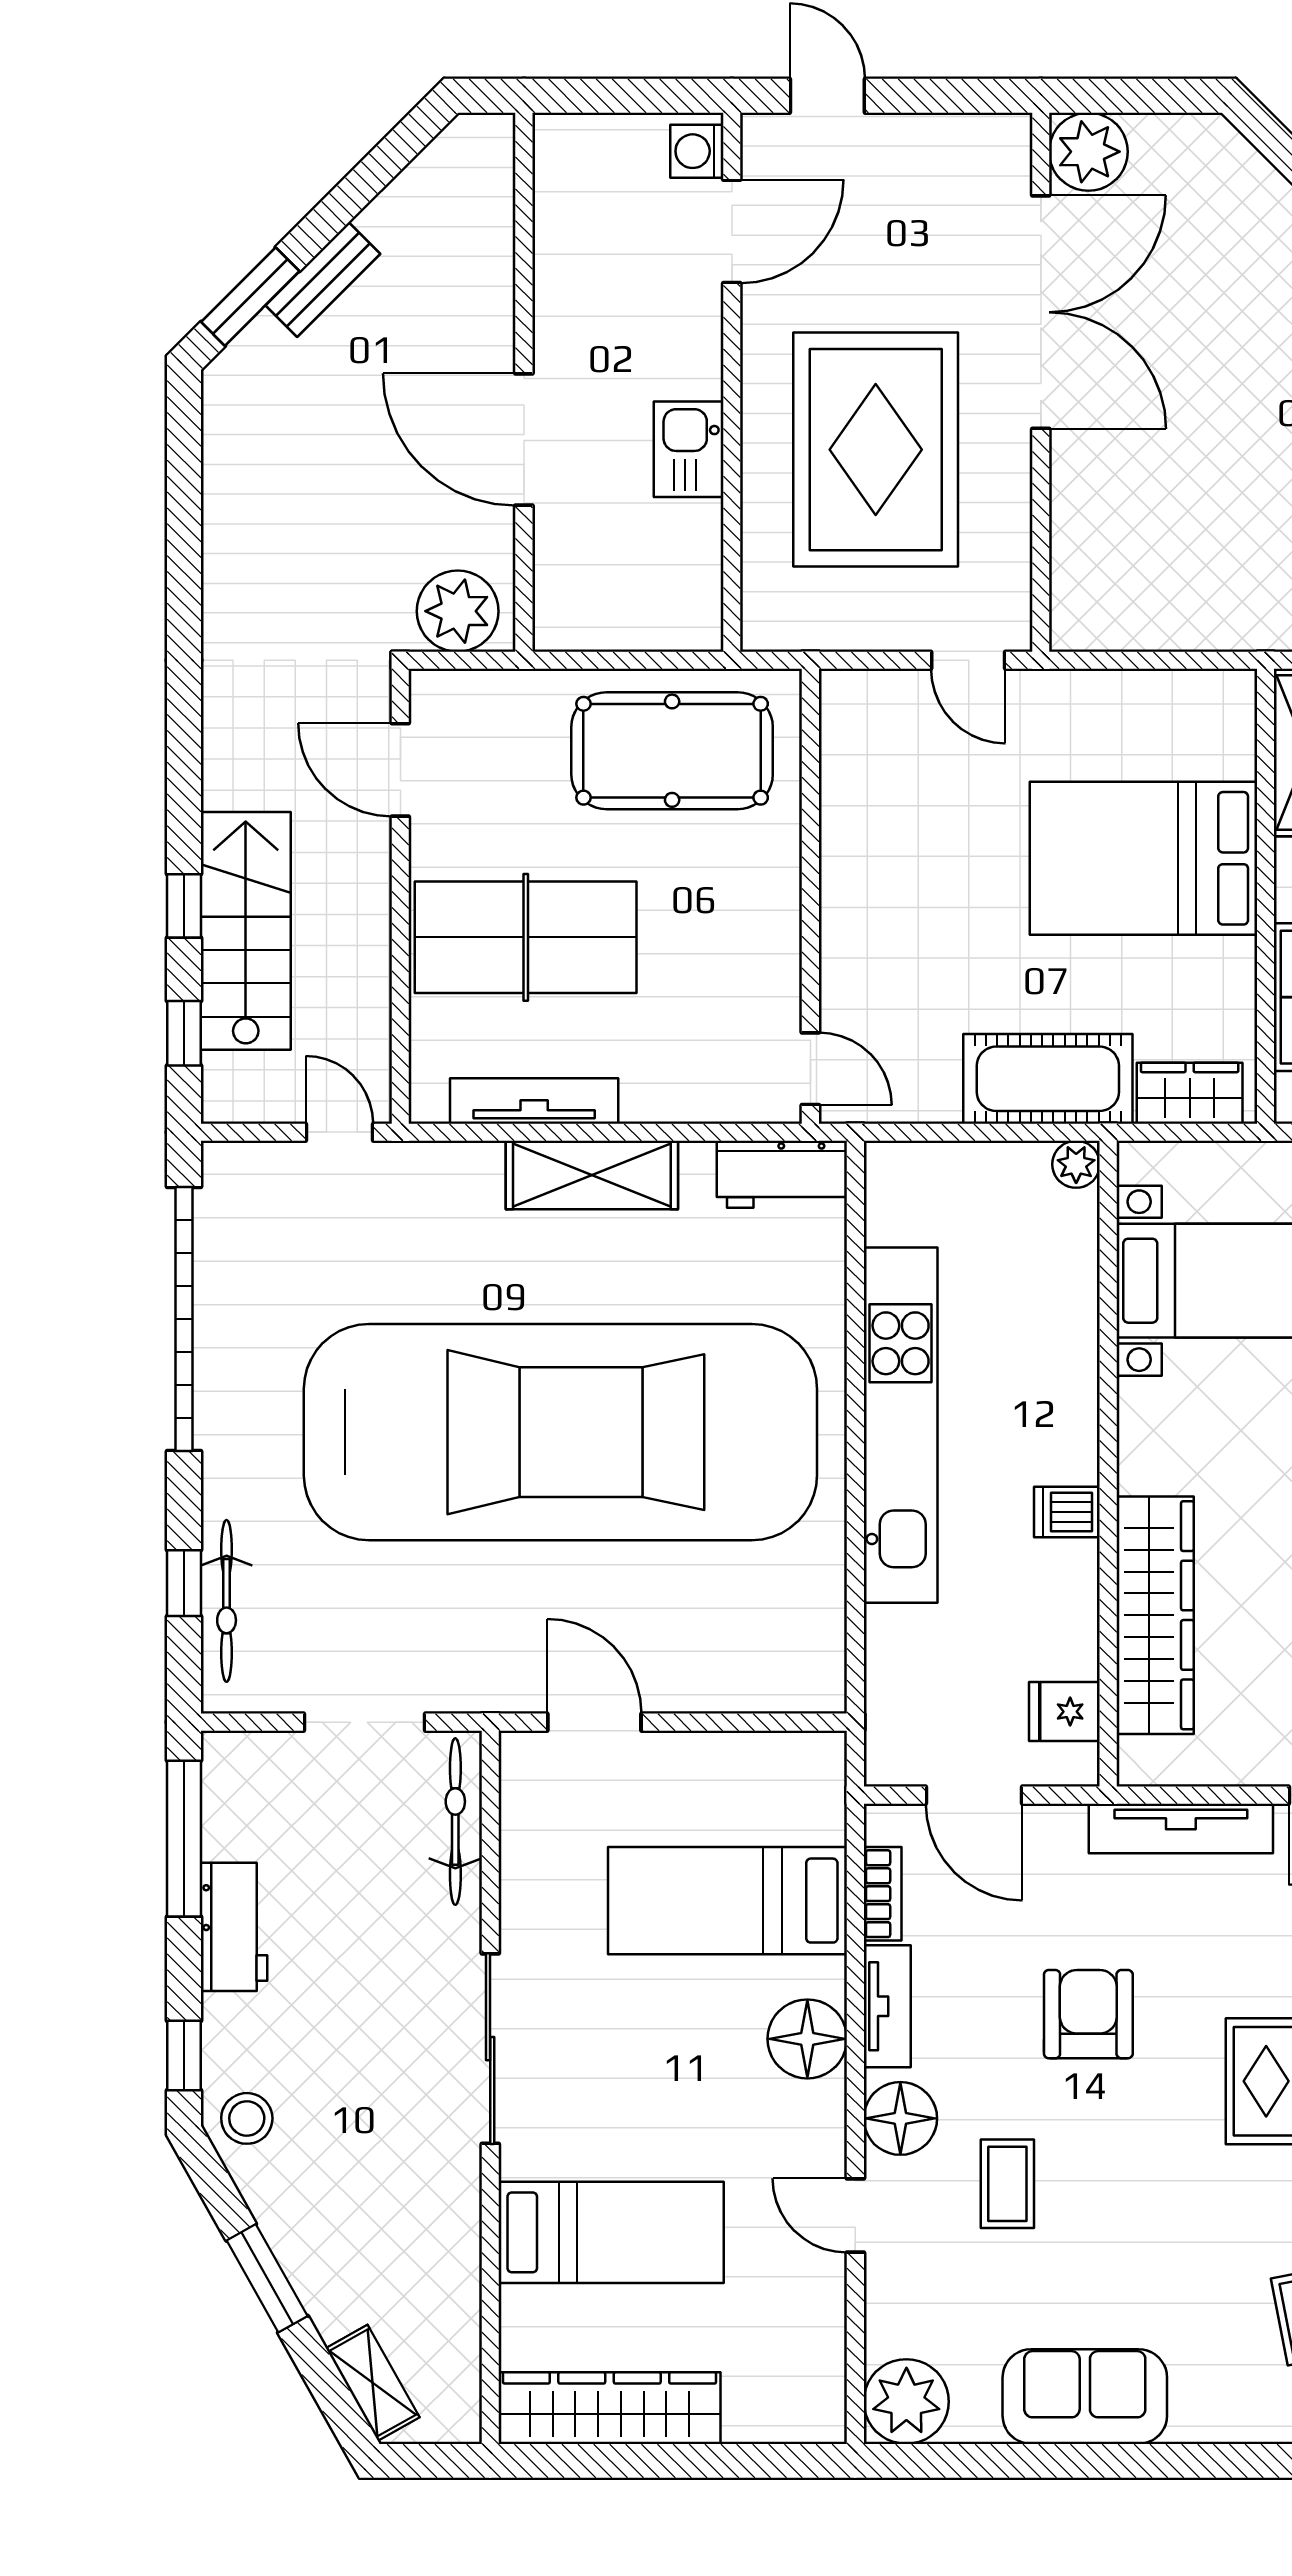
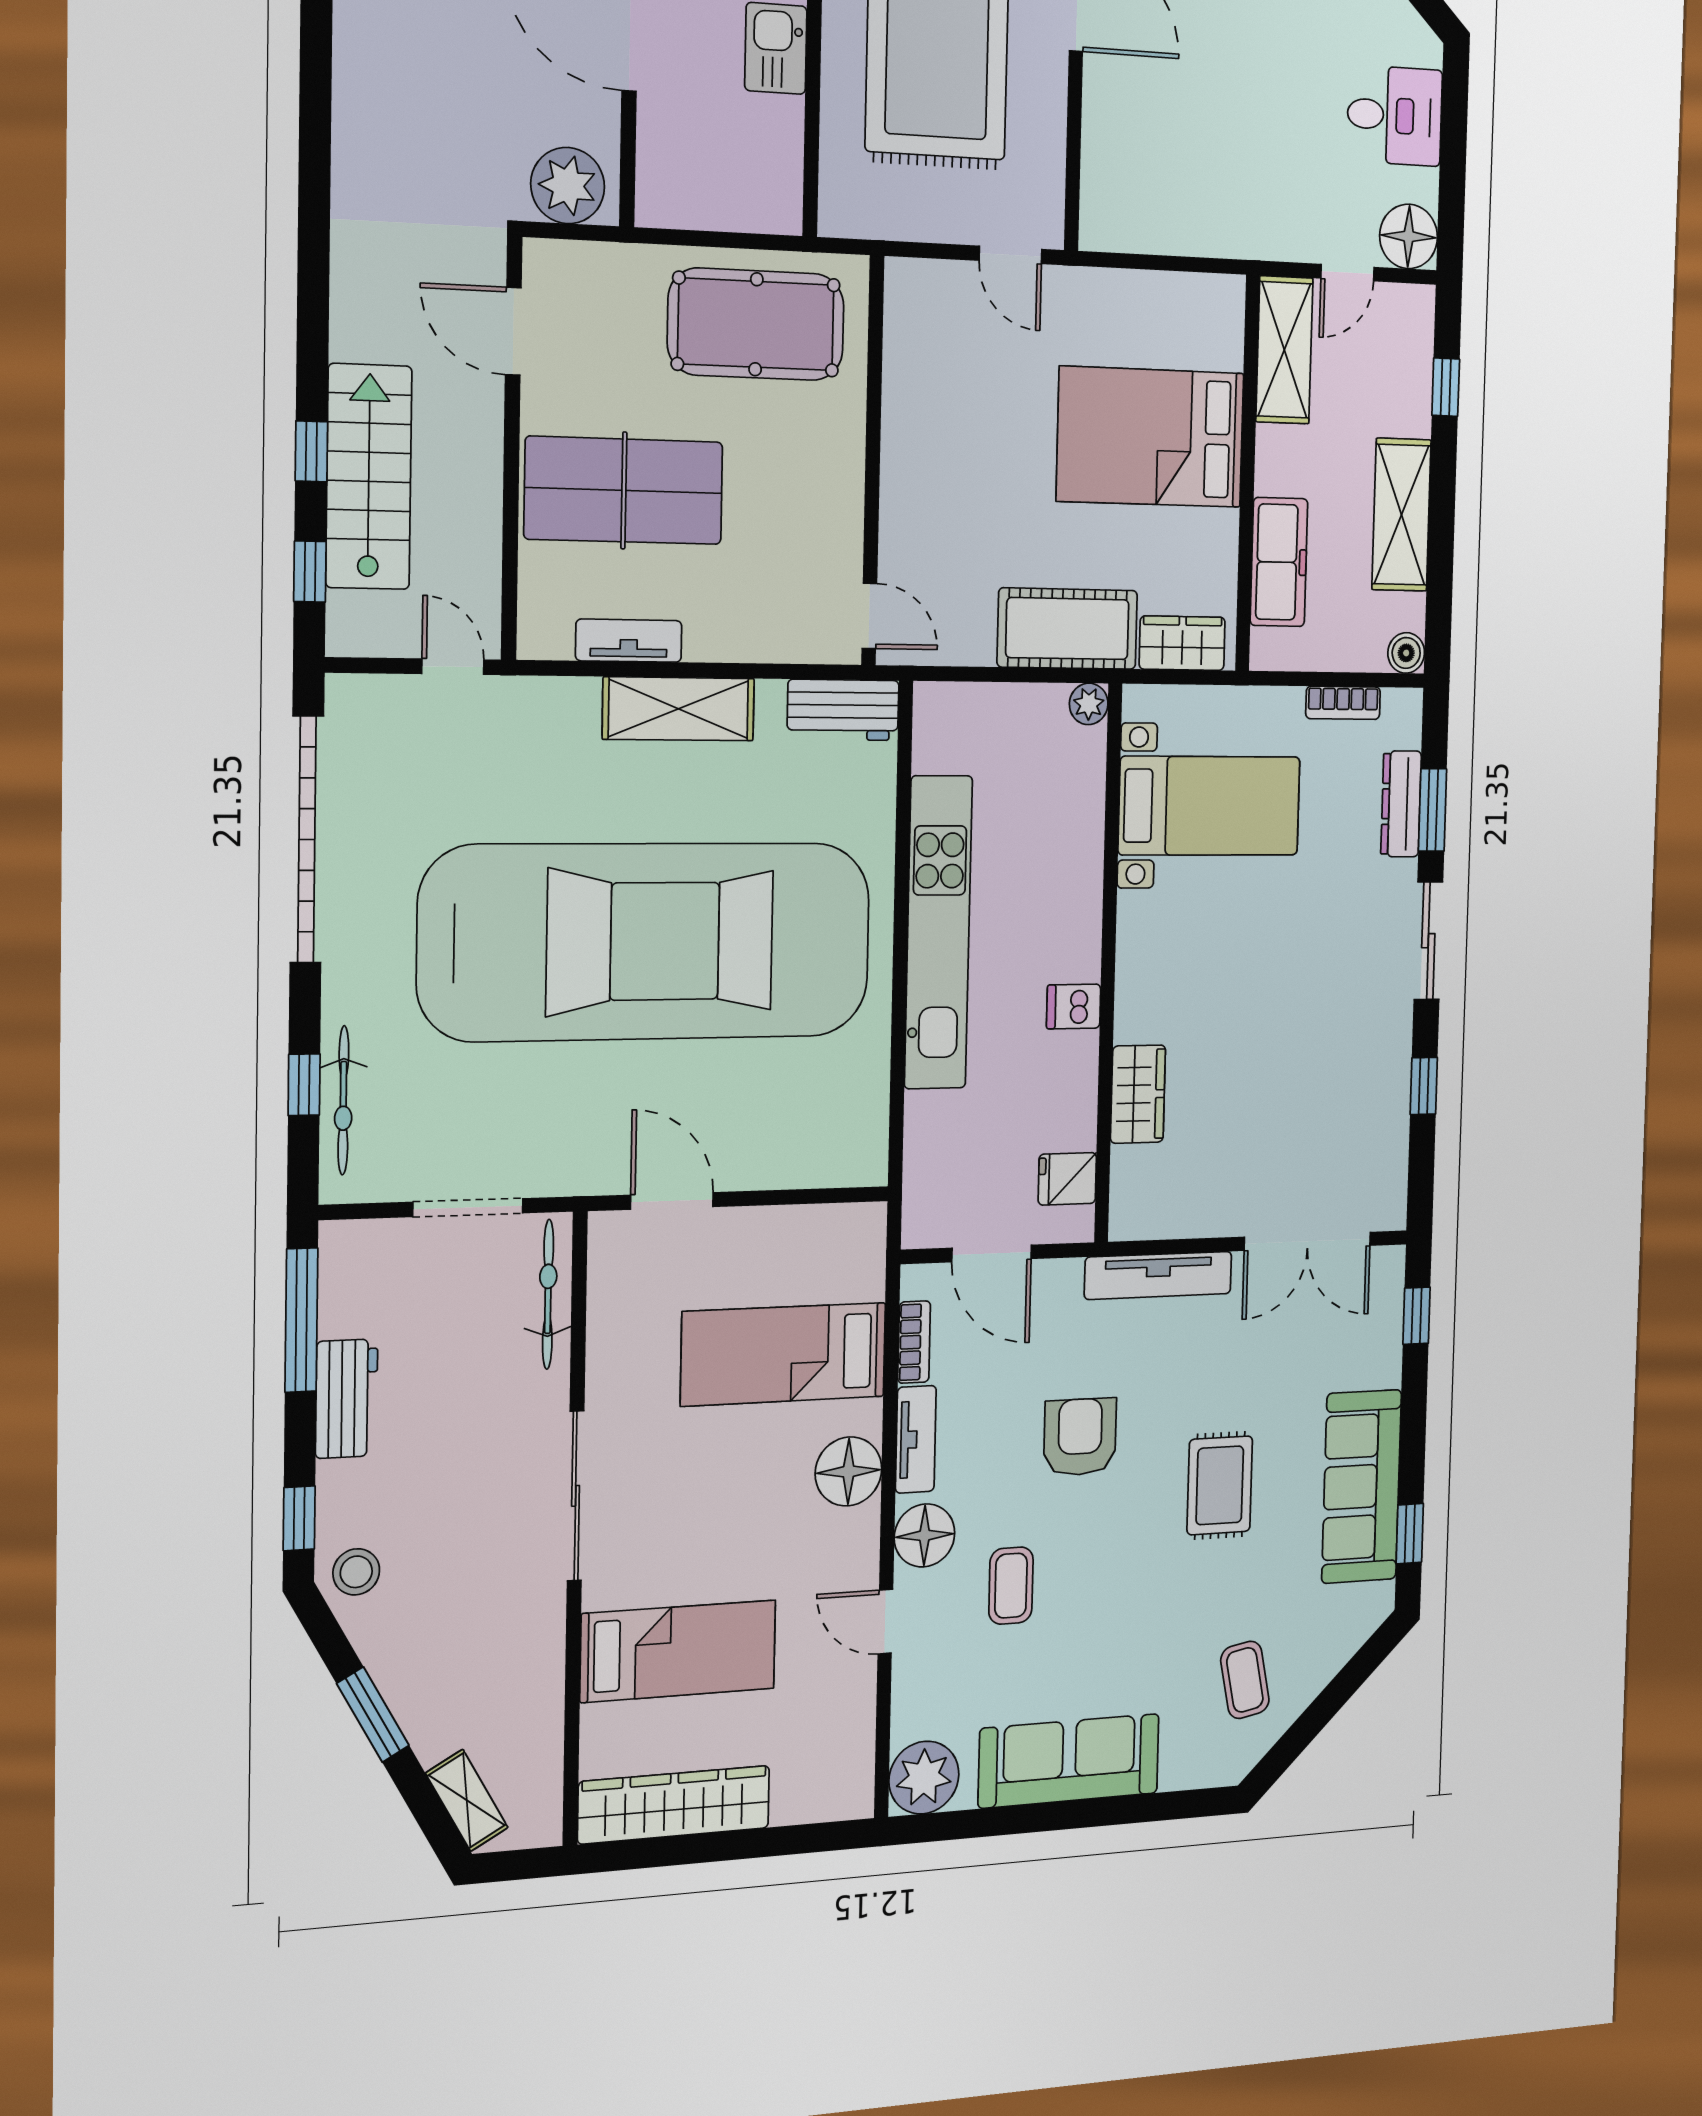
tv unit: (534, 1101) -> (629, 641), width x0.71
wardrobe: (1155, 1615) -> (1138, 1094), width x0.48, depth x0.85
sofa: (1085, 2397) -> (1069, 1761), width x1.36

